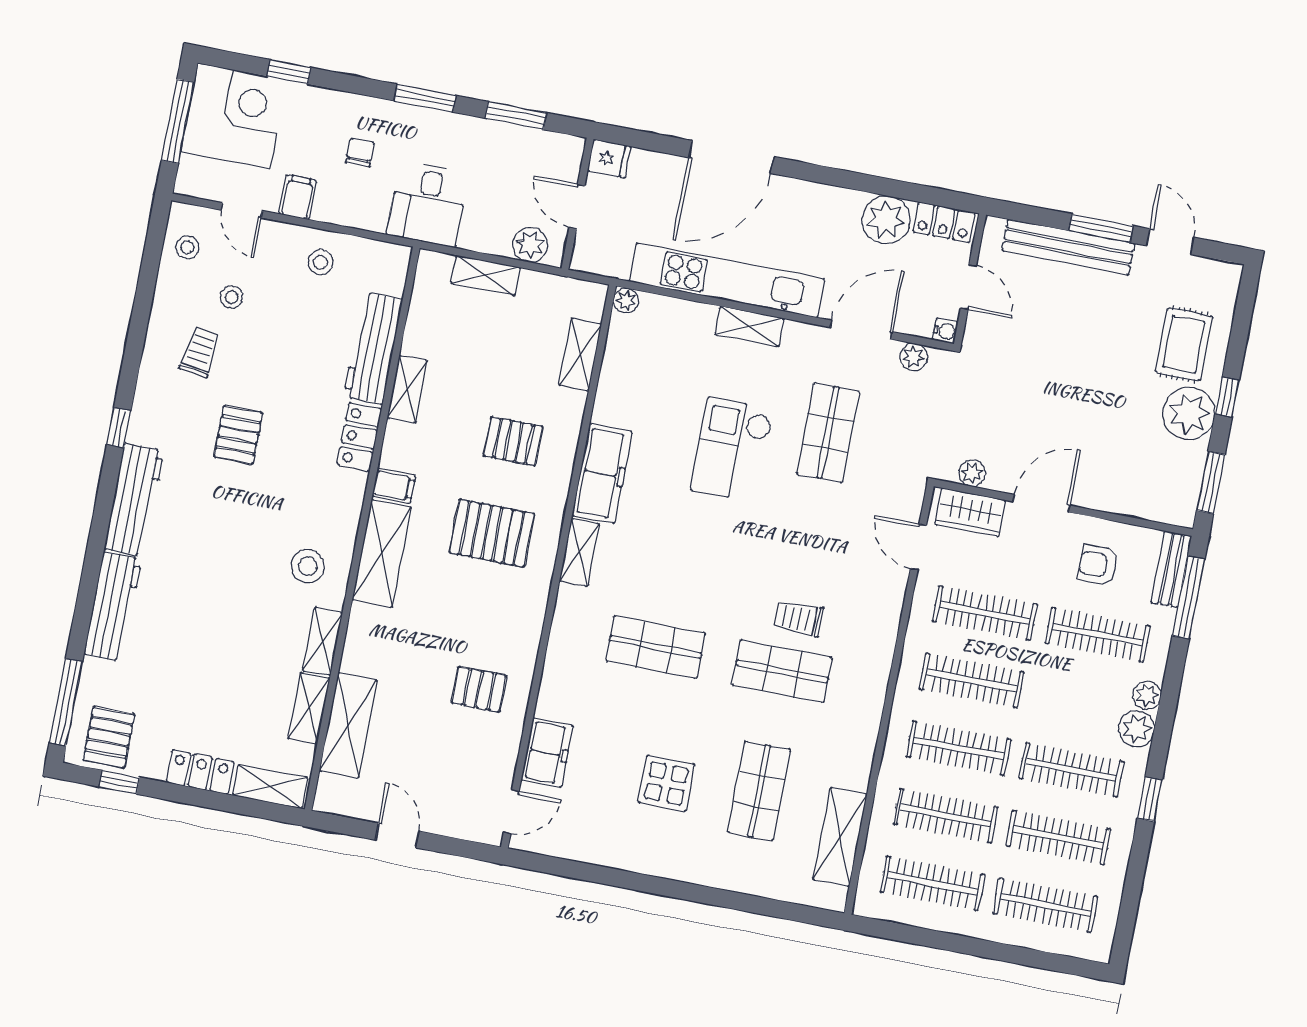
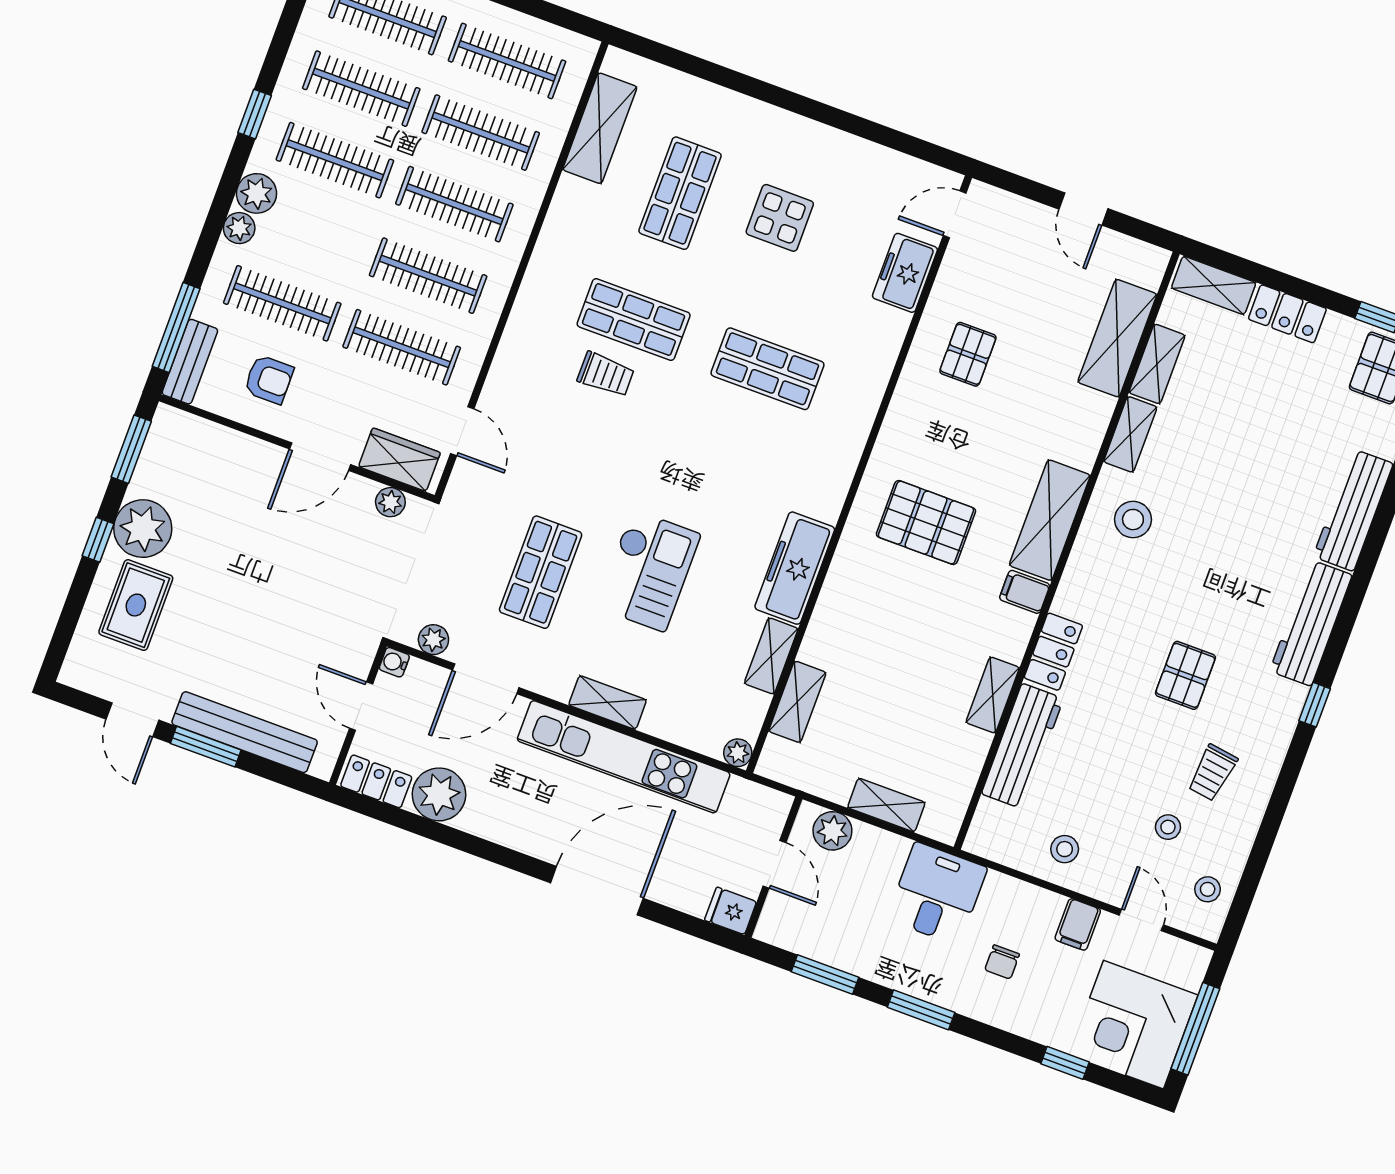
pallet: (513, 441) -> (886, 619), removed
shelving: (579, 552) -> (771, 656), moved
pallet: (479, 689) -> (968, 354), turned 90

